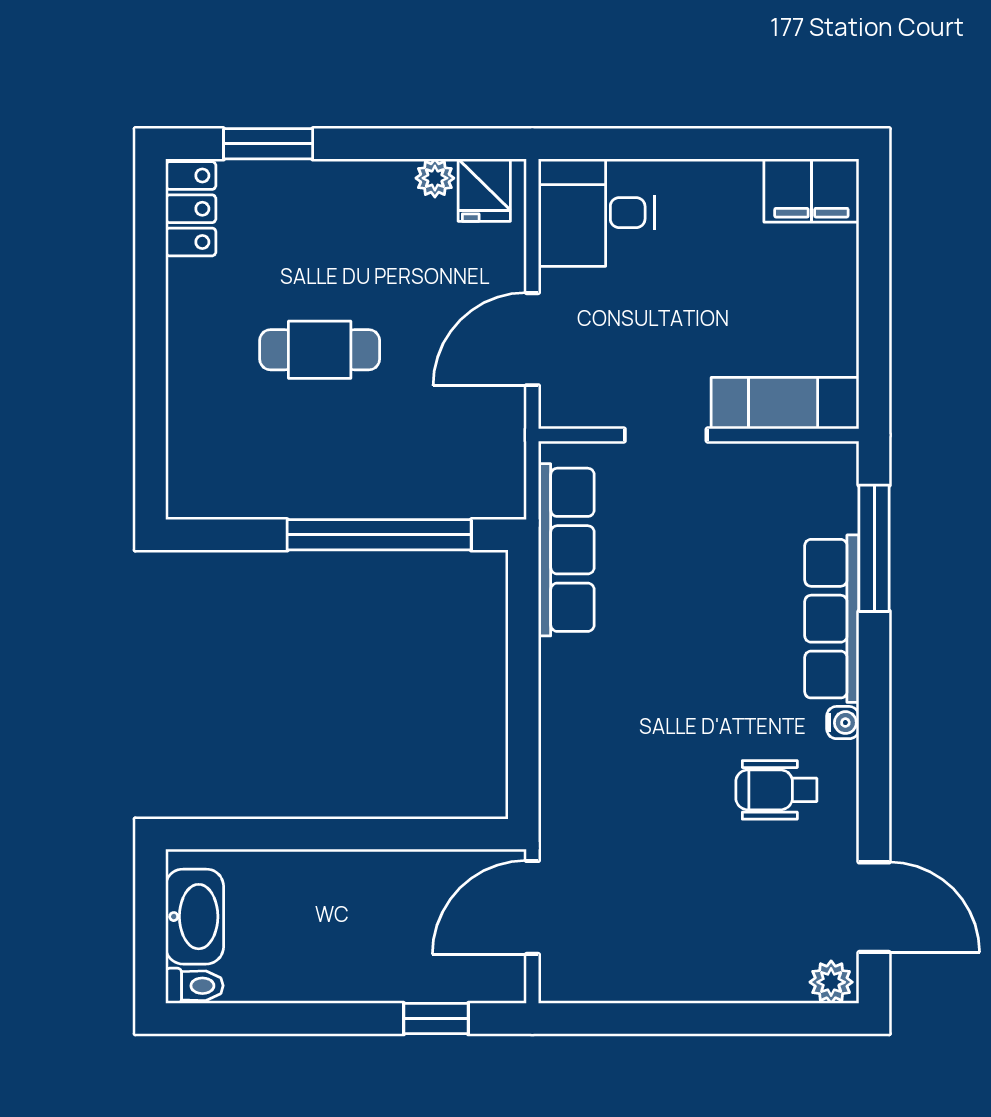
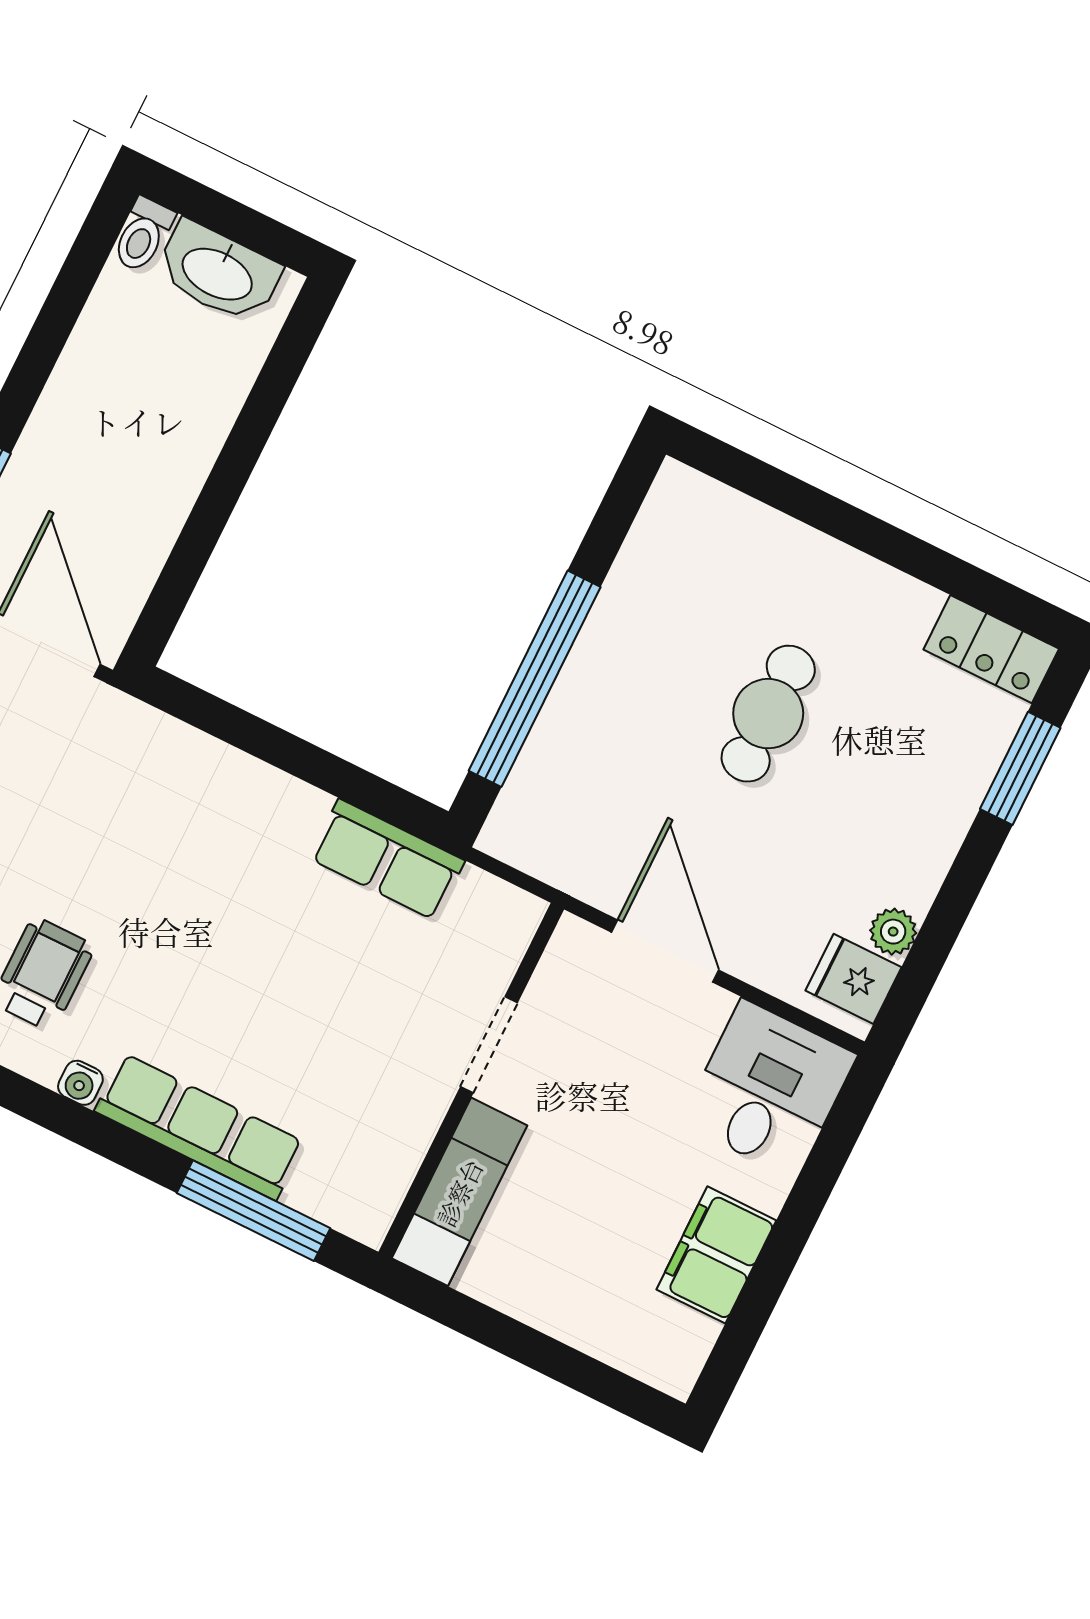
filing cabinet: (811, 191) -> (716, 1255), moved
row of seats: (566, 550) -> (387, 860), width x0.68

